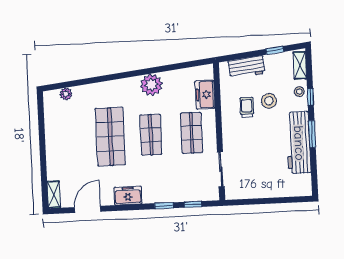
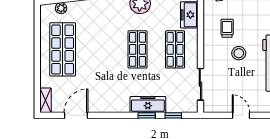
stool: (269, 101) -> (239, 53), moved
shop shelf: (110, 137) -> (63, 49), moved
freezer: (128, 196) -> (148, 104), moved, width x1.40
door: (266, 201) -> (241, 115), added

